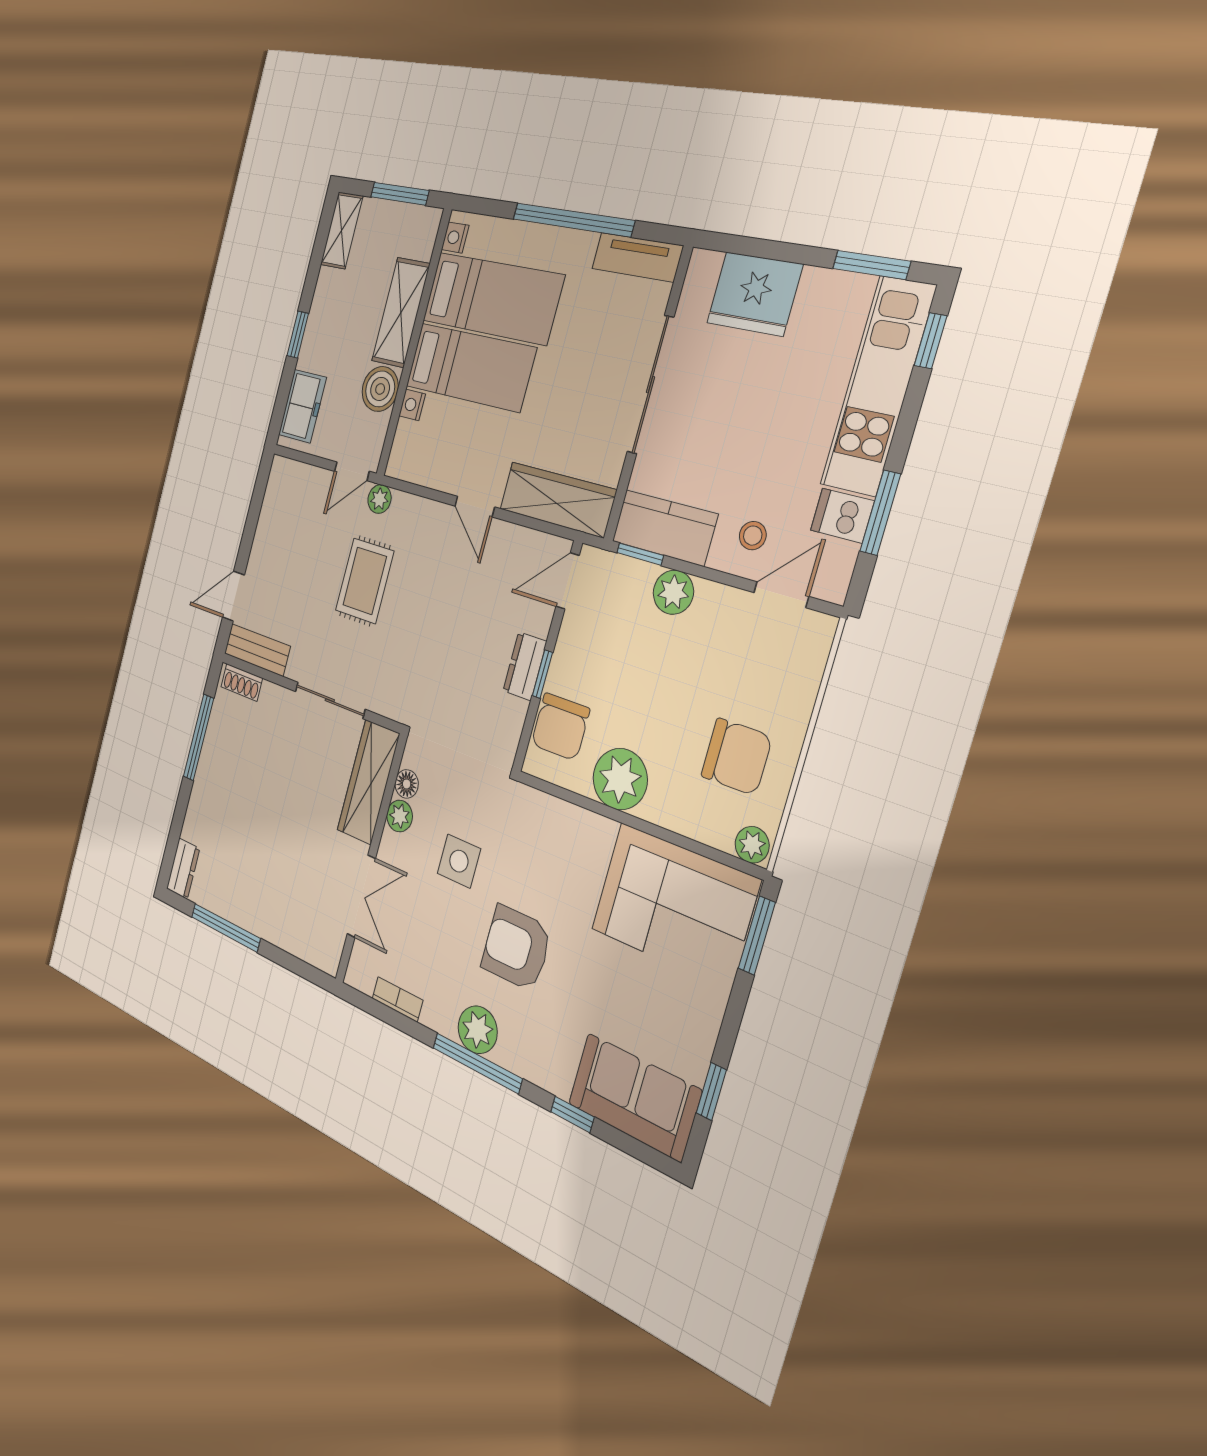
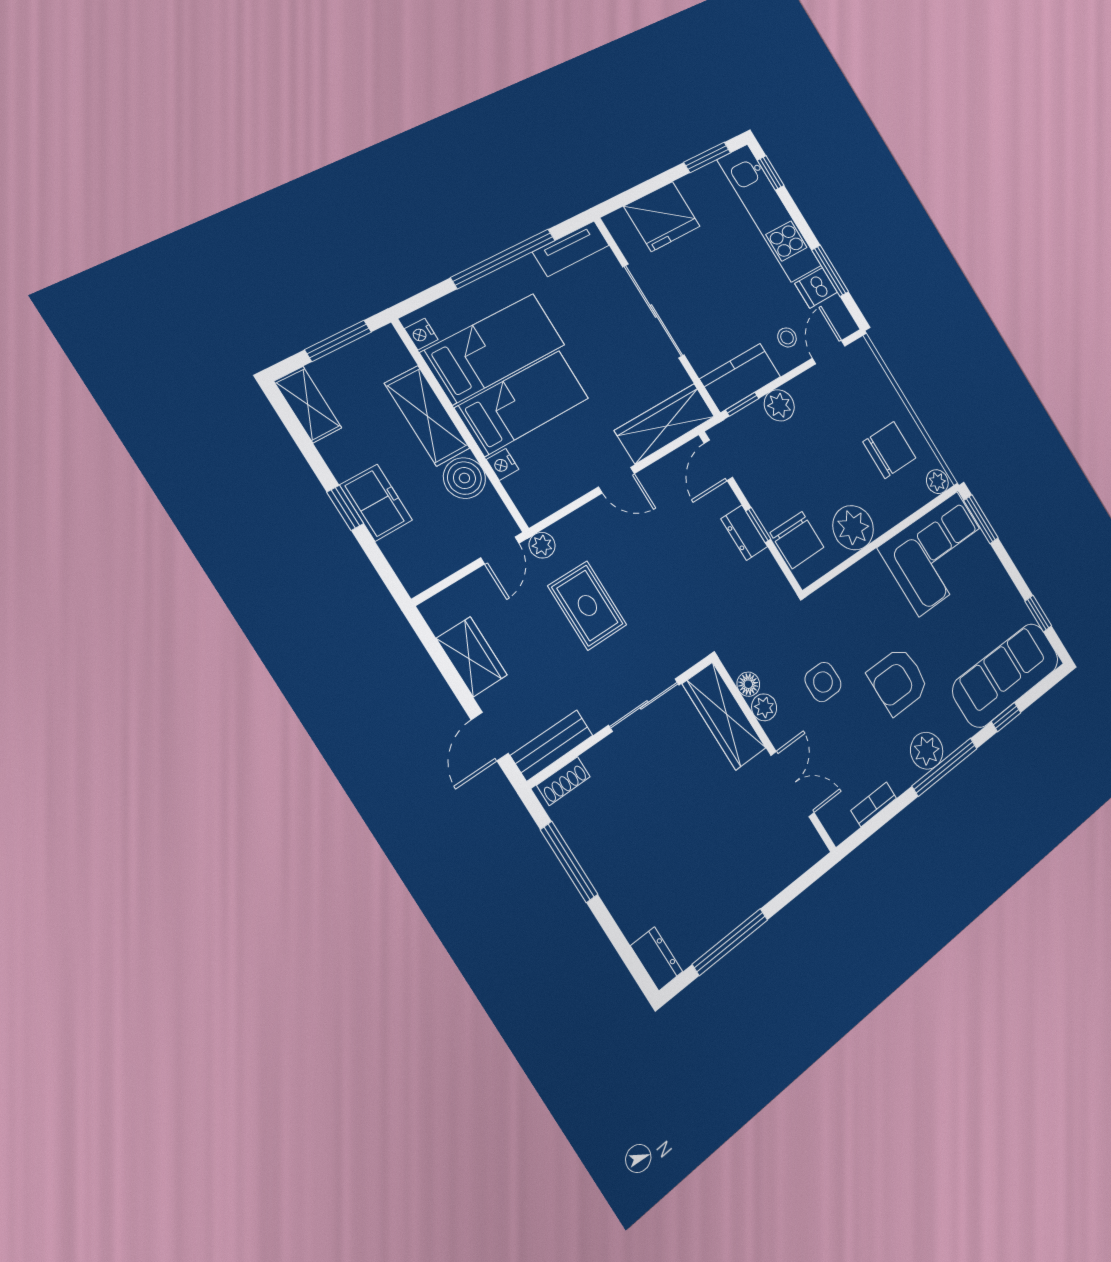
freezer: (302, 406) -> (376, 503), moved
wardrobe: (271, 529) -> (472, 657), added
sofa: (634, 1097) -> (1006, 675), width x1.36

